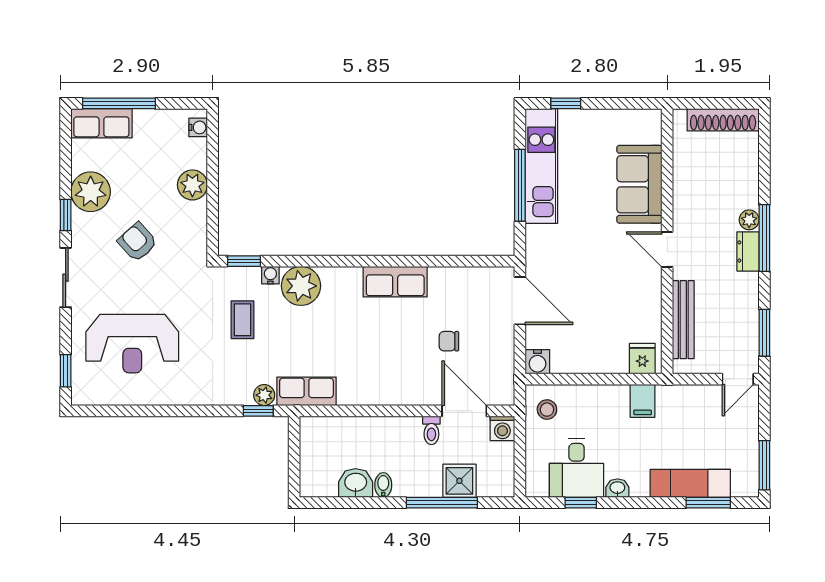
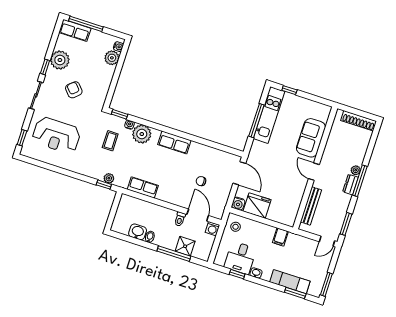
plant: (192, 185) -> (112, 58), moved
row of seats: (395, 282) -> (174, 142), moved
fridge: (642, 359) -> (257, 206), moved, width x1.88, depth x1.34
row of seats: (306, 391) -> (143, 187), moved

